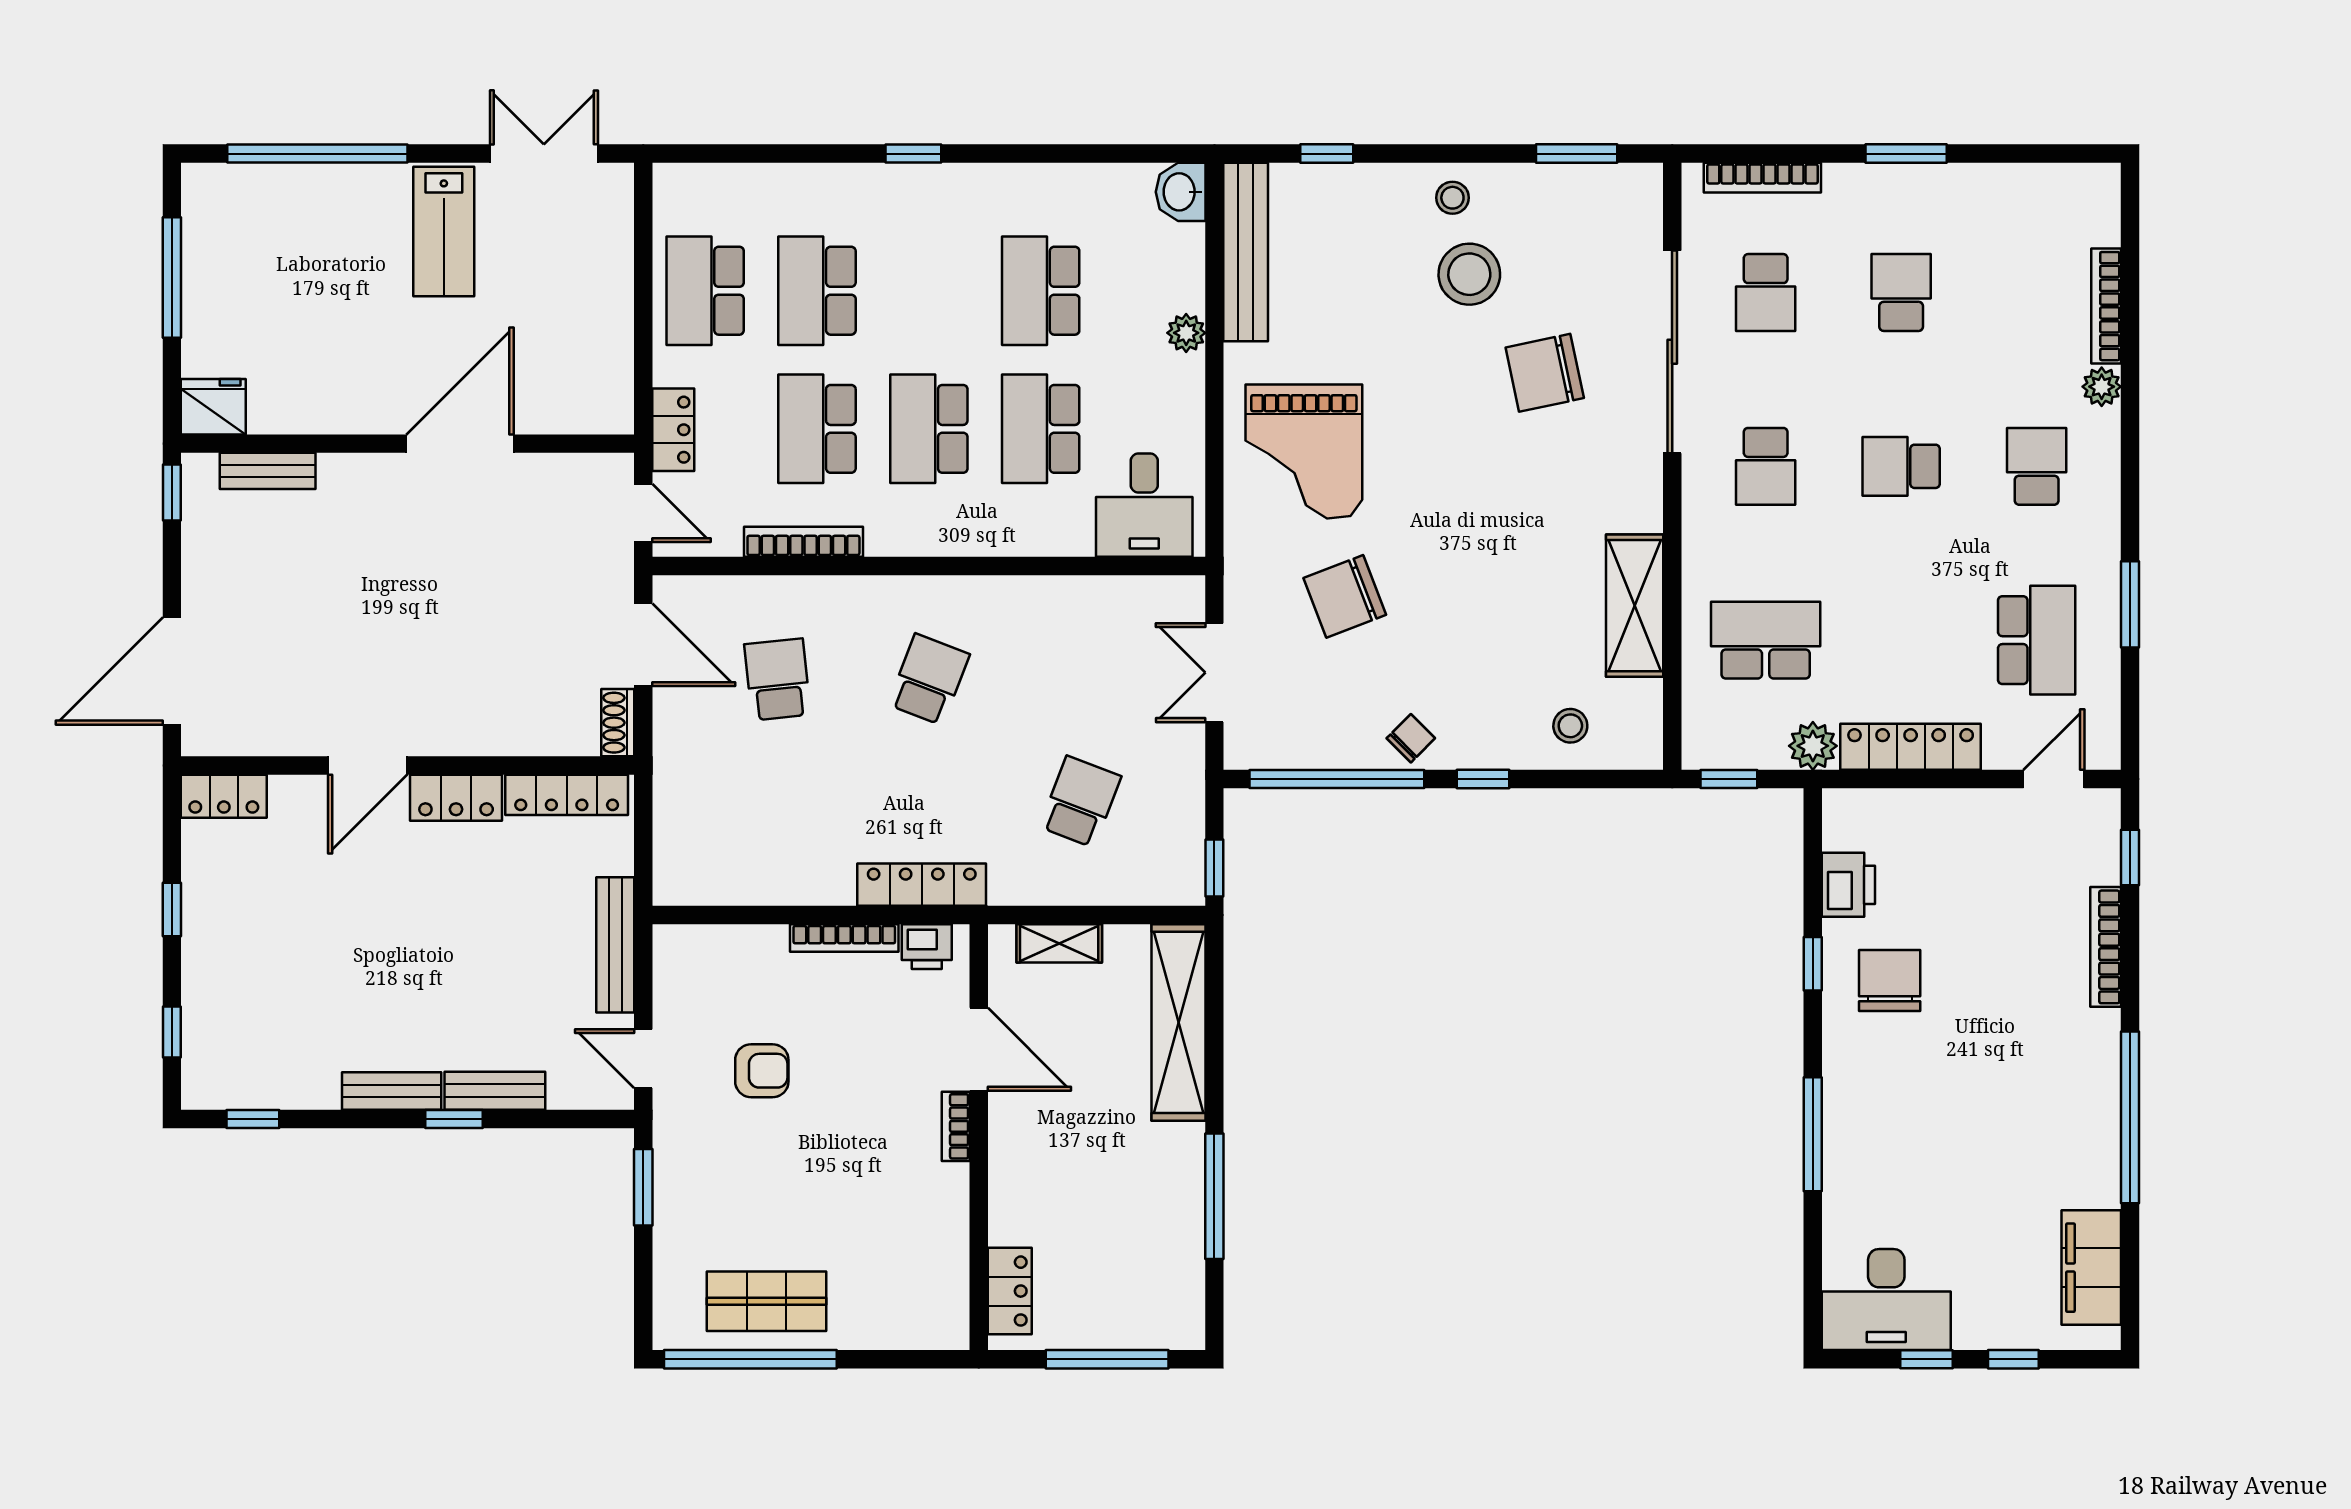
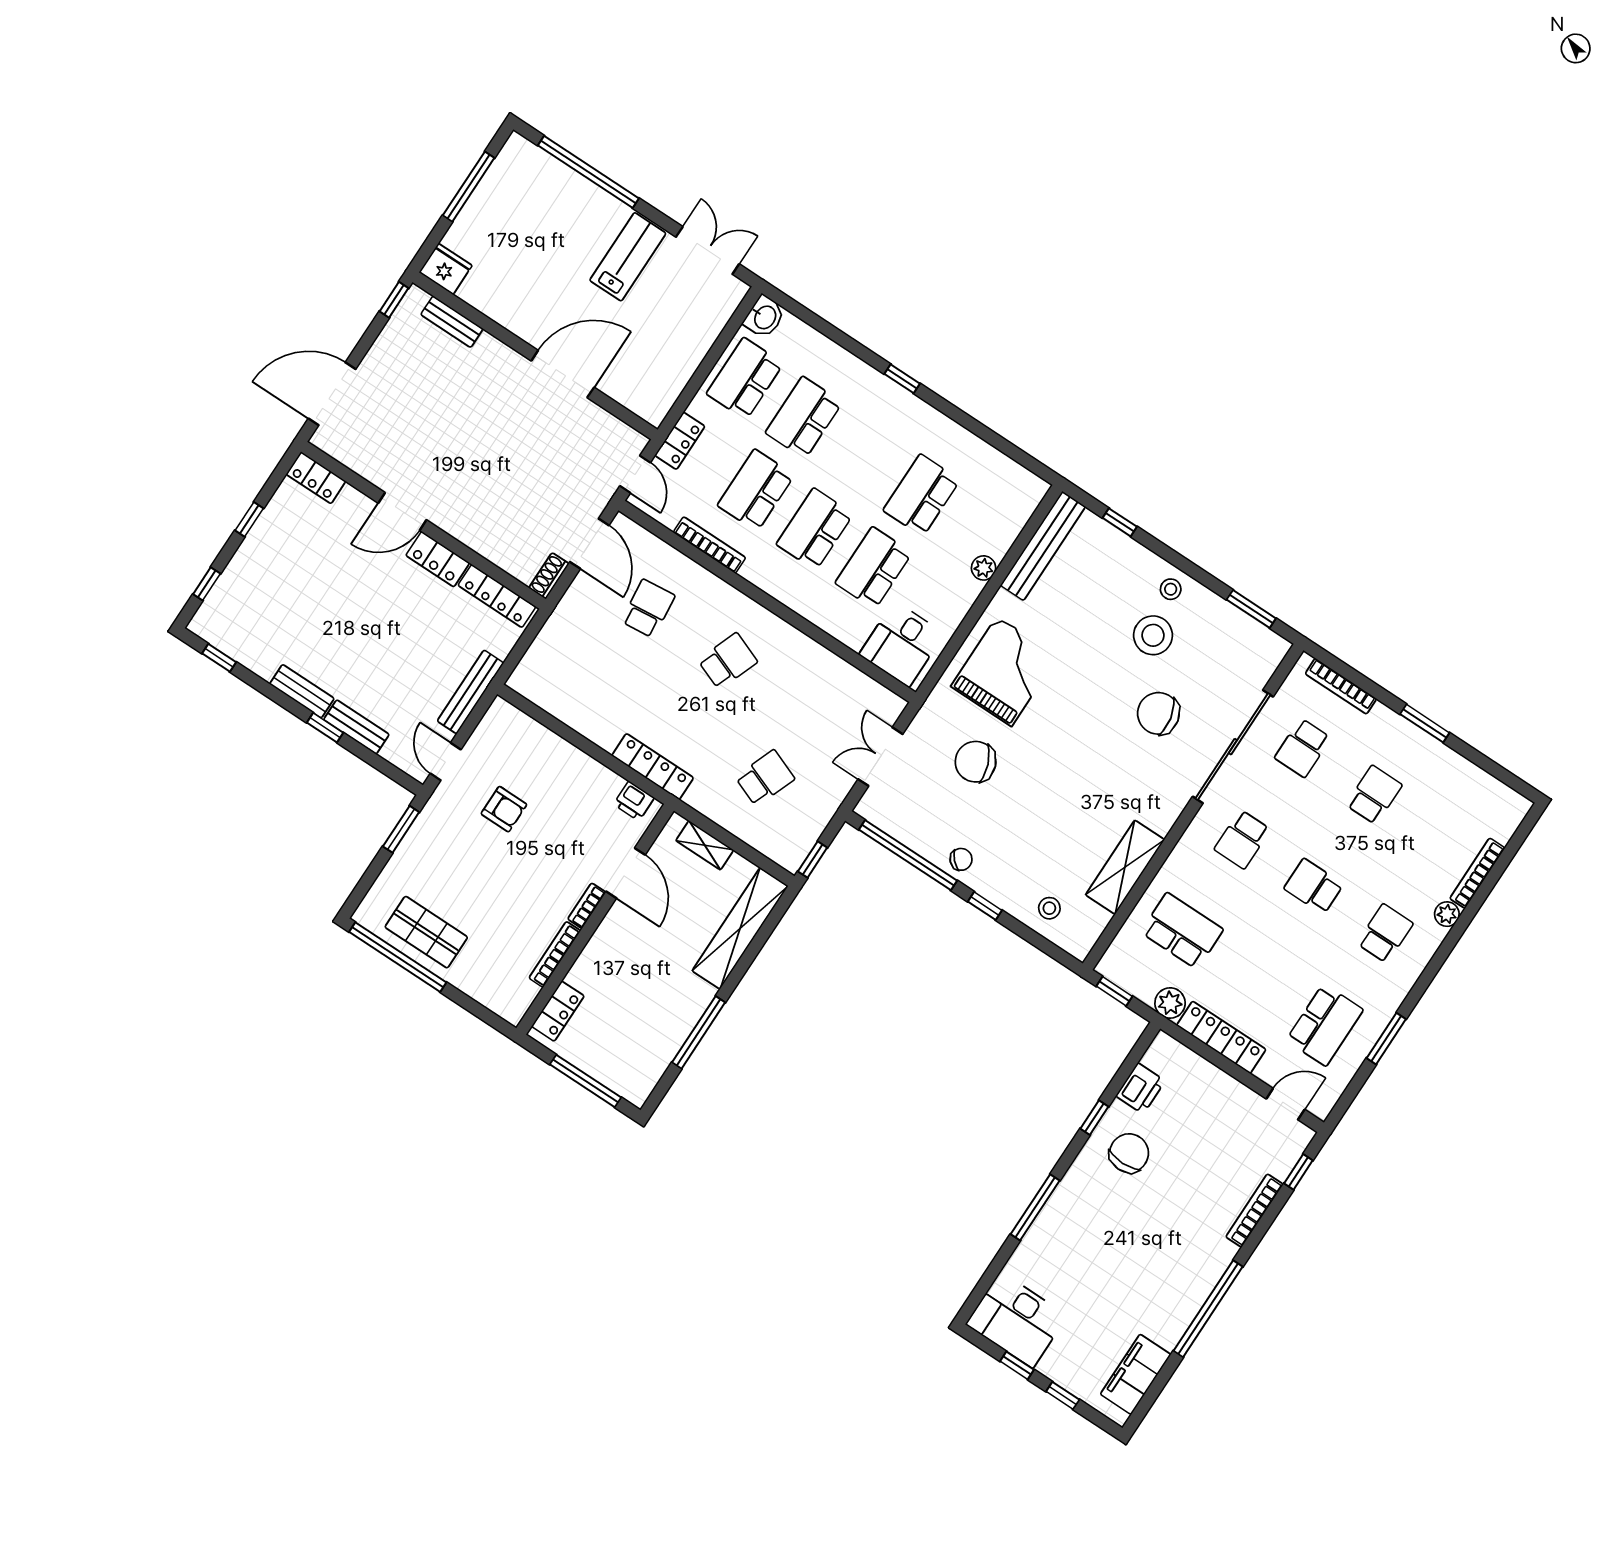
washbasin: (1181, 192) -> (764, 317), moved, turned 180
lab bench: (444, 232) -> (628, 257), turned 180
grand piano: (1304, 452) -> (1004, 671), turned 180
bookcase: (844, 938) -> (555, 954), moved, turned 90

